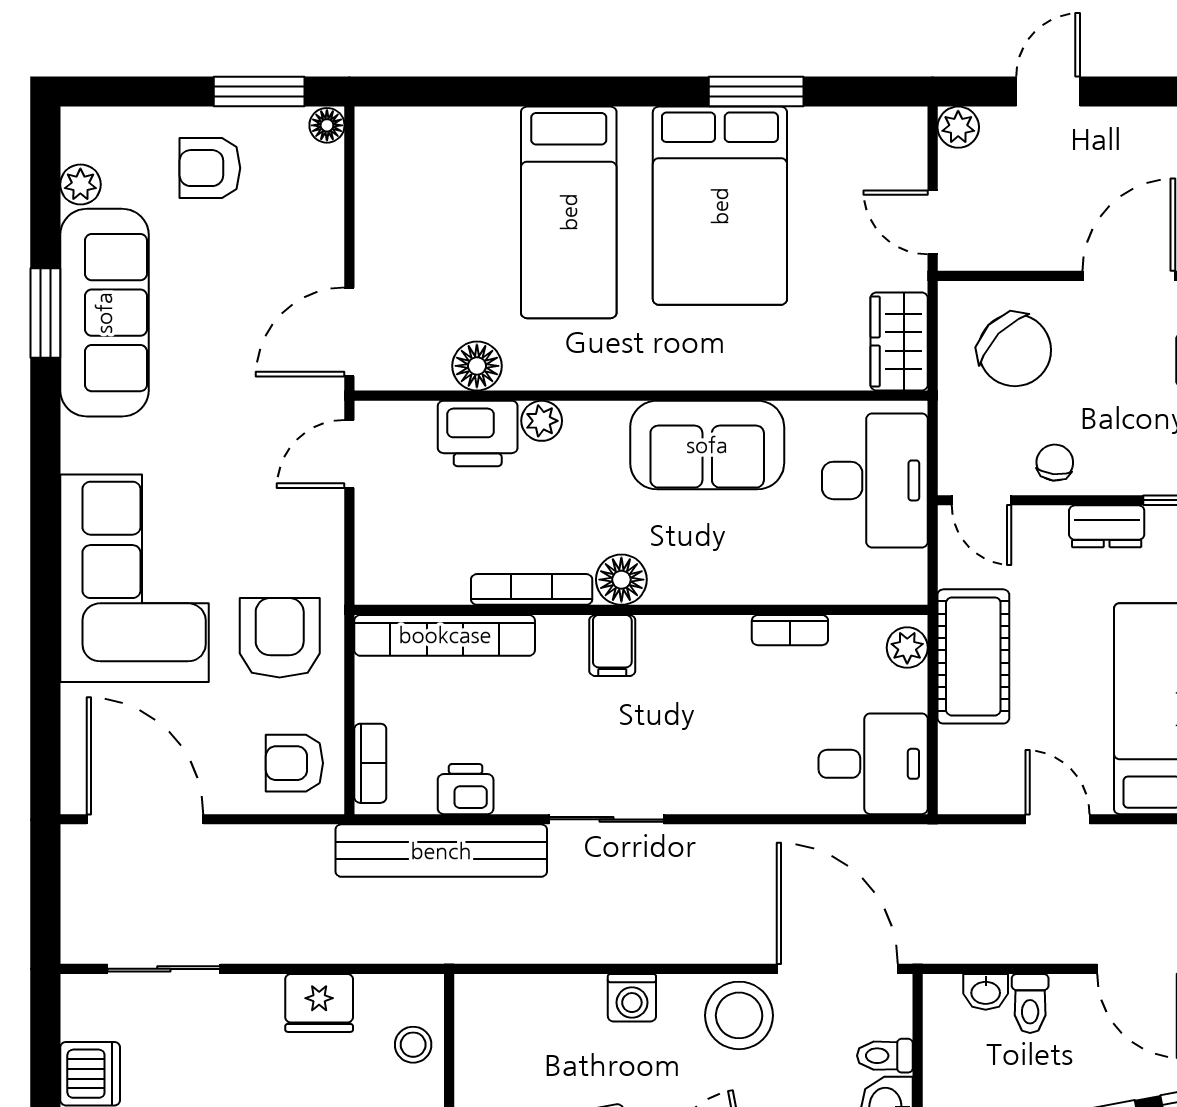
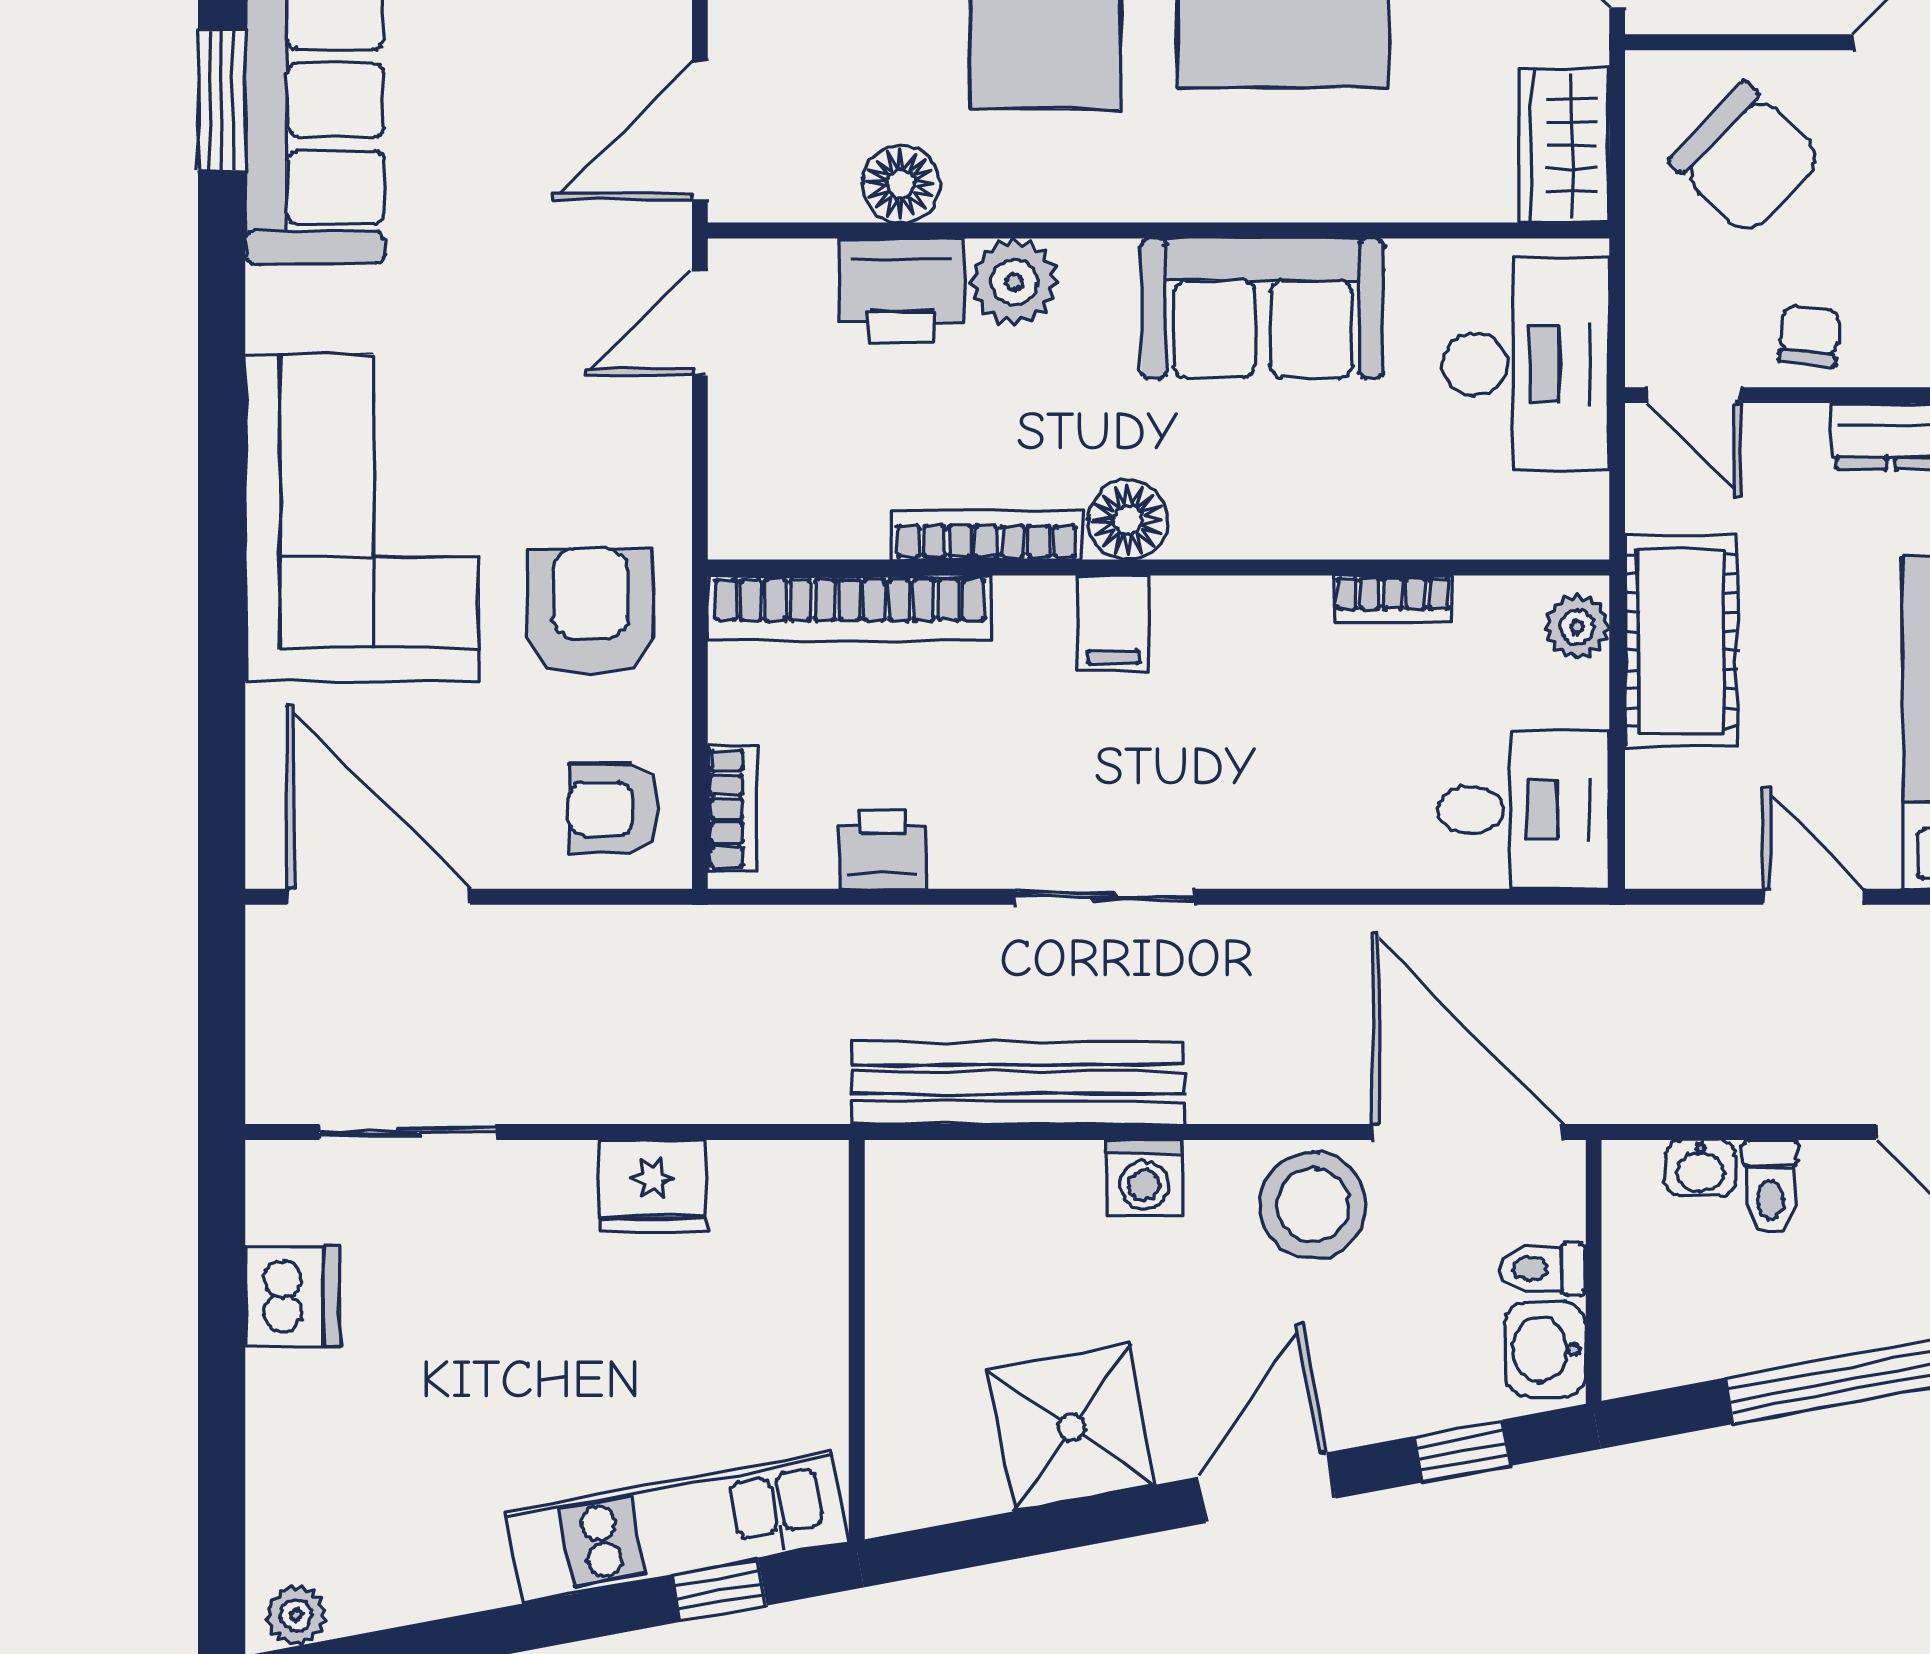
plant: (542, 421) -> (1014, 282), width x1.38, depth x1.38
bench: (441, 851) -> (1018, 1083), moved
stool: (413, 1045) -> (800, 1251), removed

